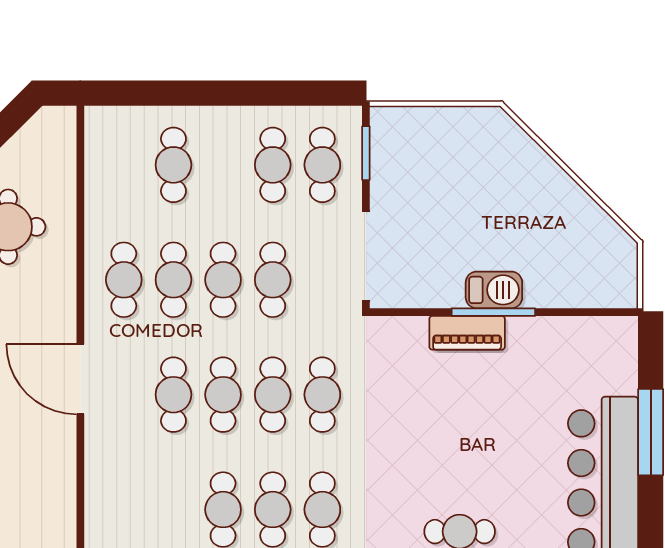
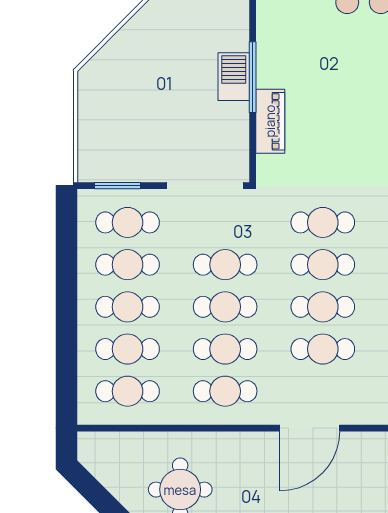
cafe table: (124, 165) -> (128, 391), added
cafe table: (223, 165) -> (128, 307), added
piano: (467, 333) -> (270, 121), moved

